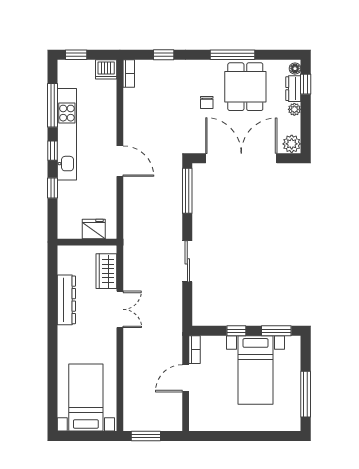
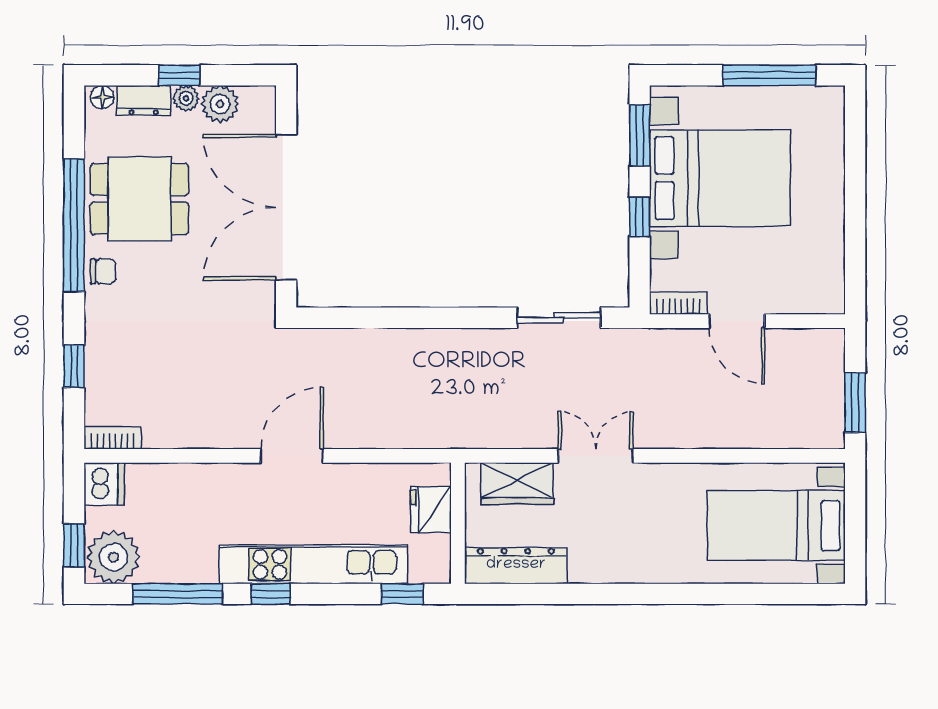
window: (232, 55) -> (74, 225), width x1.46
plant: (70, 74) -> (113, 557), added
window: (306, 84) -> (179, 75), moved
chair: (207, 102) -> (103, 271), moved
kitchen unit: (67, 134) -> (313, 564), moved
plant: (292, 144) -> (220, 104), moved
window: (53, 188) -> (402, 594), moved
window: (187, 191) -> (353, 318), removed
sliding door: (187, 261) -> (559, 318), moved
dresser: (66, 300) -> (516, 565), moved
bed with nightstands: (255, 370) -> (720, 178), width x1.36

